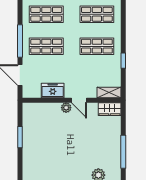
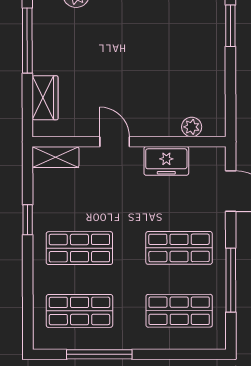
window: (20, 41) -> (231, 280), moved
plant: (66, 108) -> (192, 127), moved
wardrobe: (110, 109) -> (45, 98), moved, turned 90
window: (20, 137) -> (230, 26), moved

